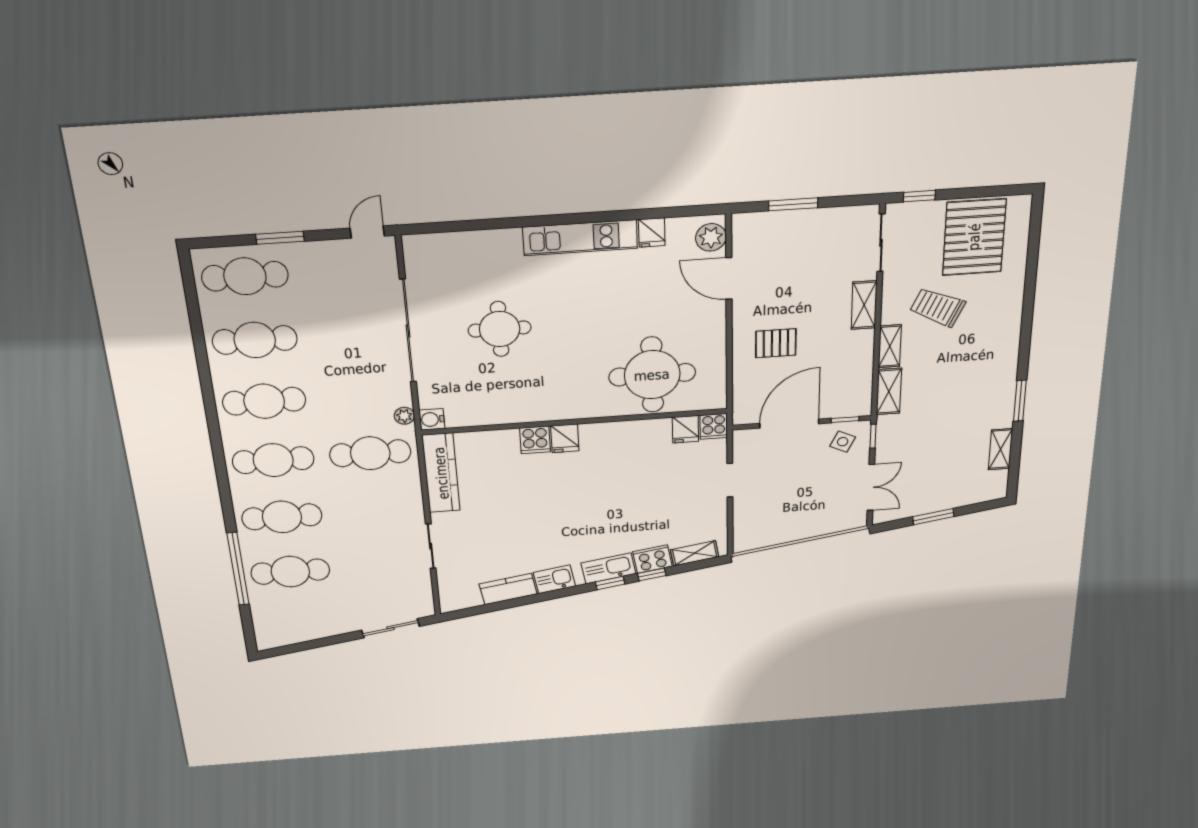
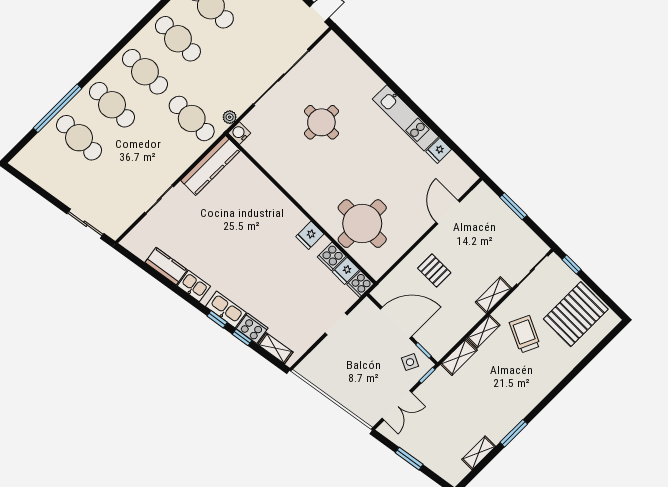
plant: (711, 237) -> (461, 182), removed
fridge: (565, 438) -> (310, 235), moved
cooker: (535, 440) -> (332, 256), moved

